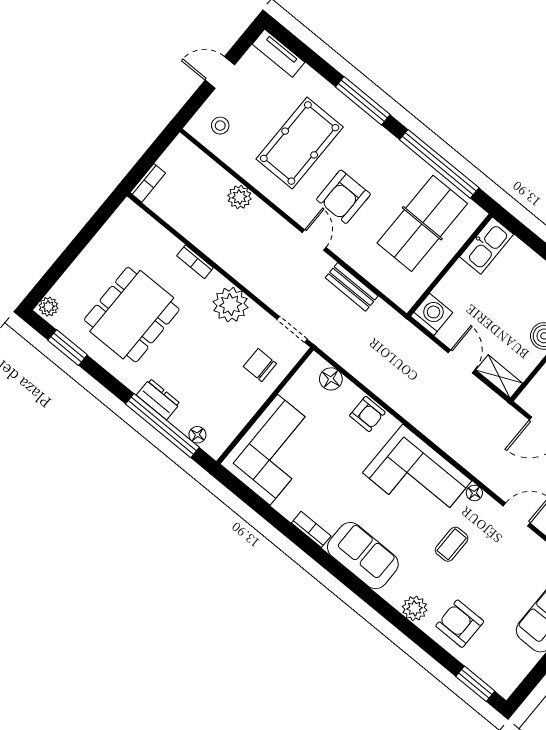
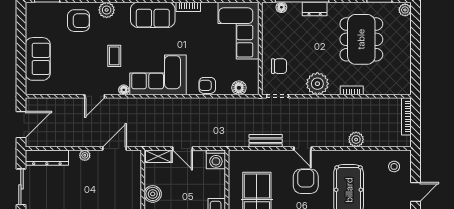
bookcase: (148, 183) -> (406, 116), width x1.56

